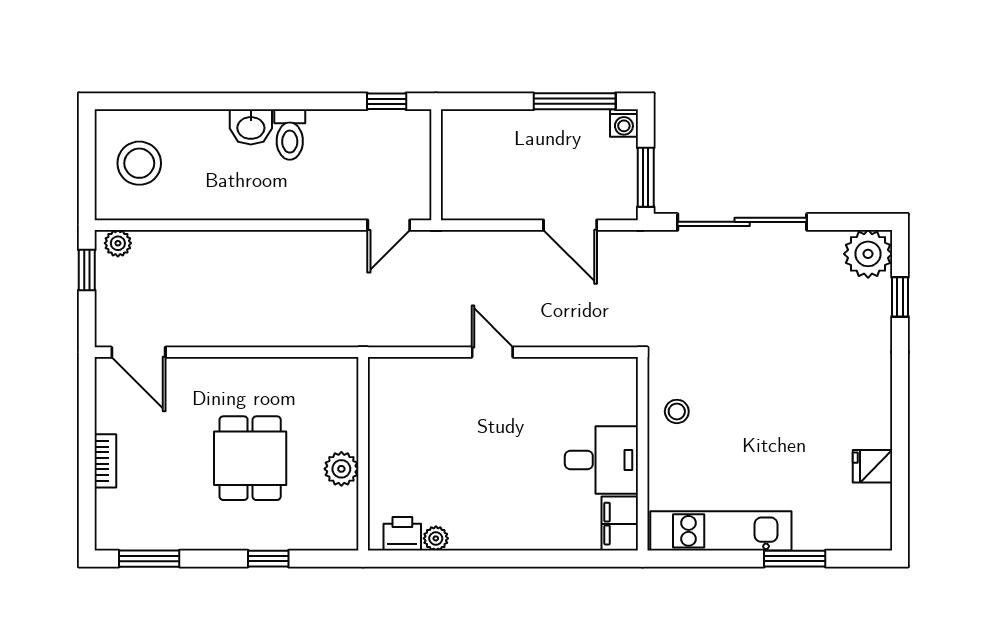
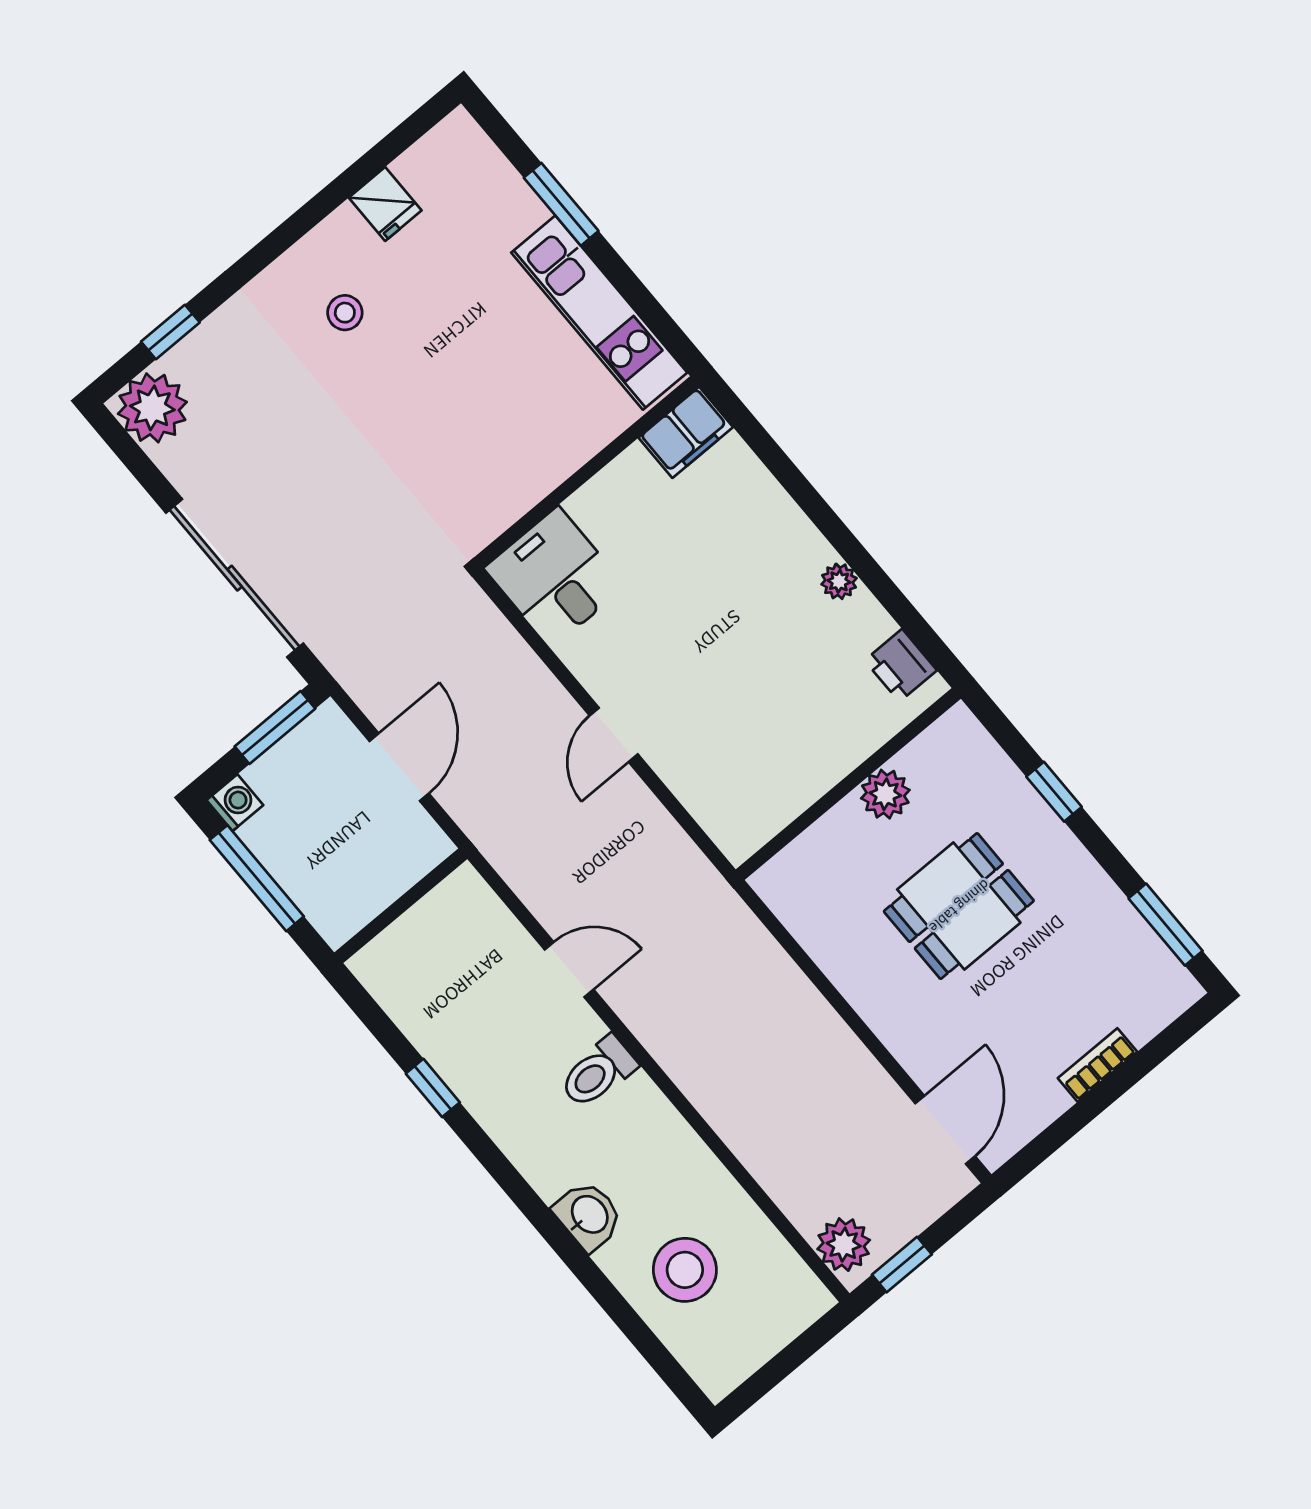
toilet: (290, 134) -> (598, 1072), moved, turned 180
stool: (139, 163) -> (685, 1270), moved
wall: (436, 165) -> (401, 906), moved
plant: (118, 243) -> (844, 1245), width x1.38, depth x1.38
stool: (677, 411) -> (345, 313), moved
desk: (601, 460) -> (555, 577), moved
plant: (436, 538) -> (839, 581), moved

